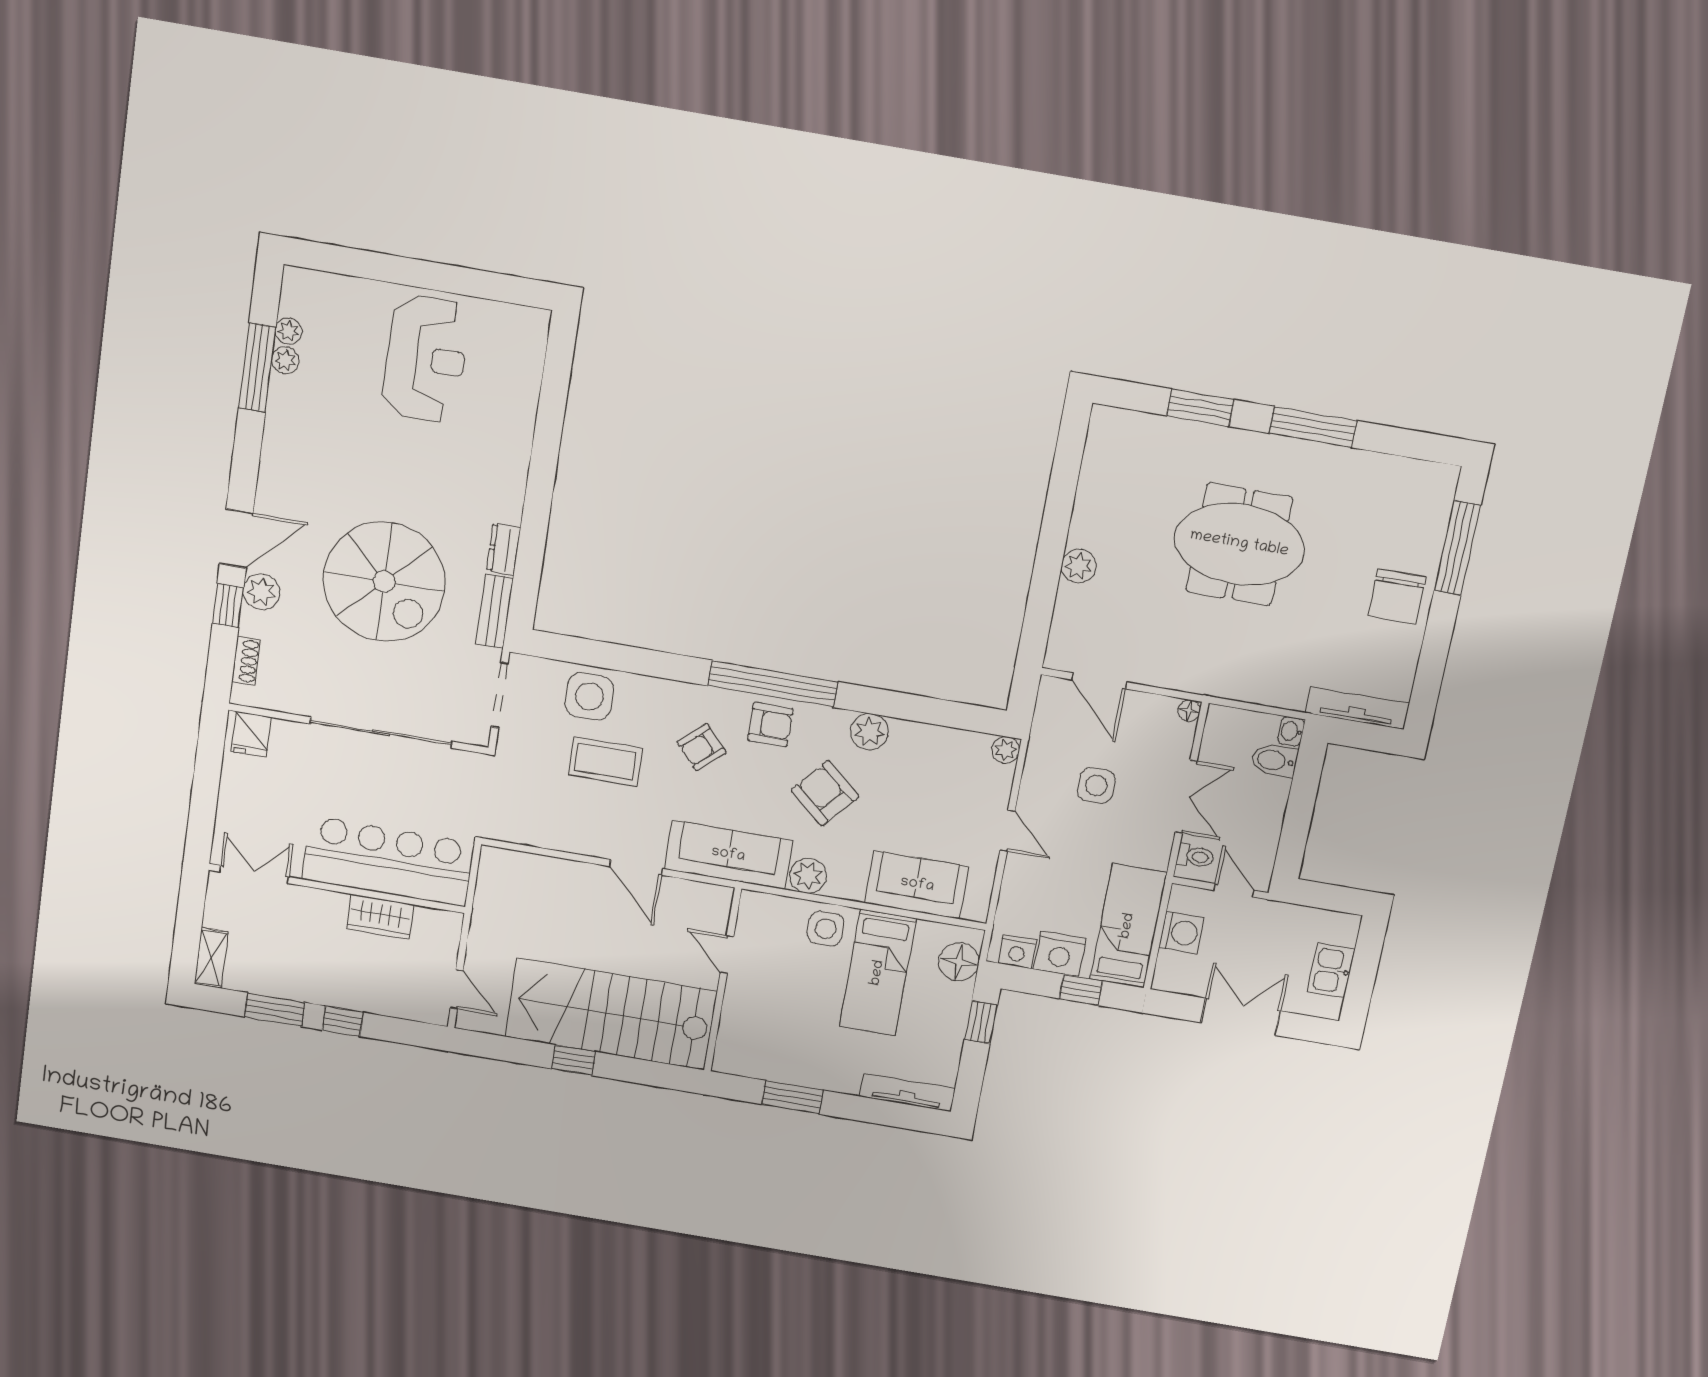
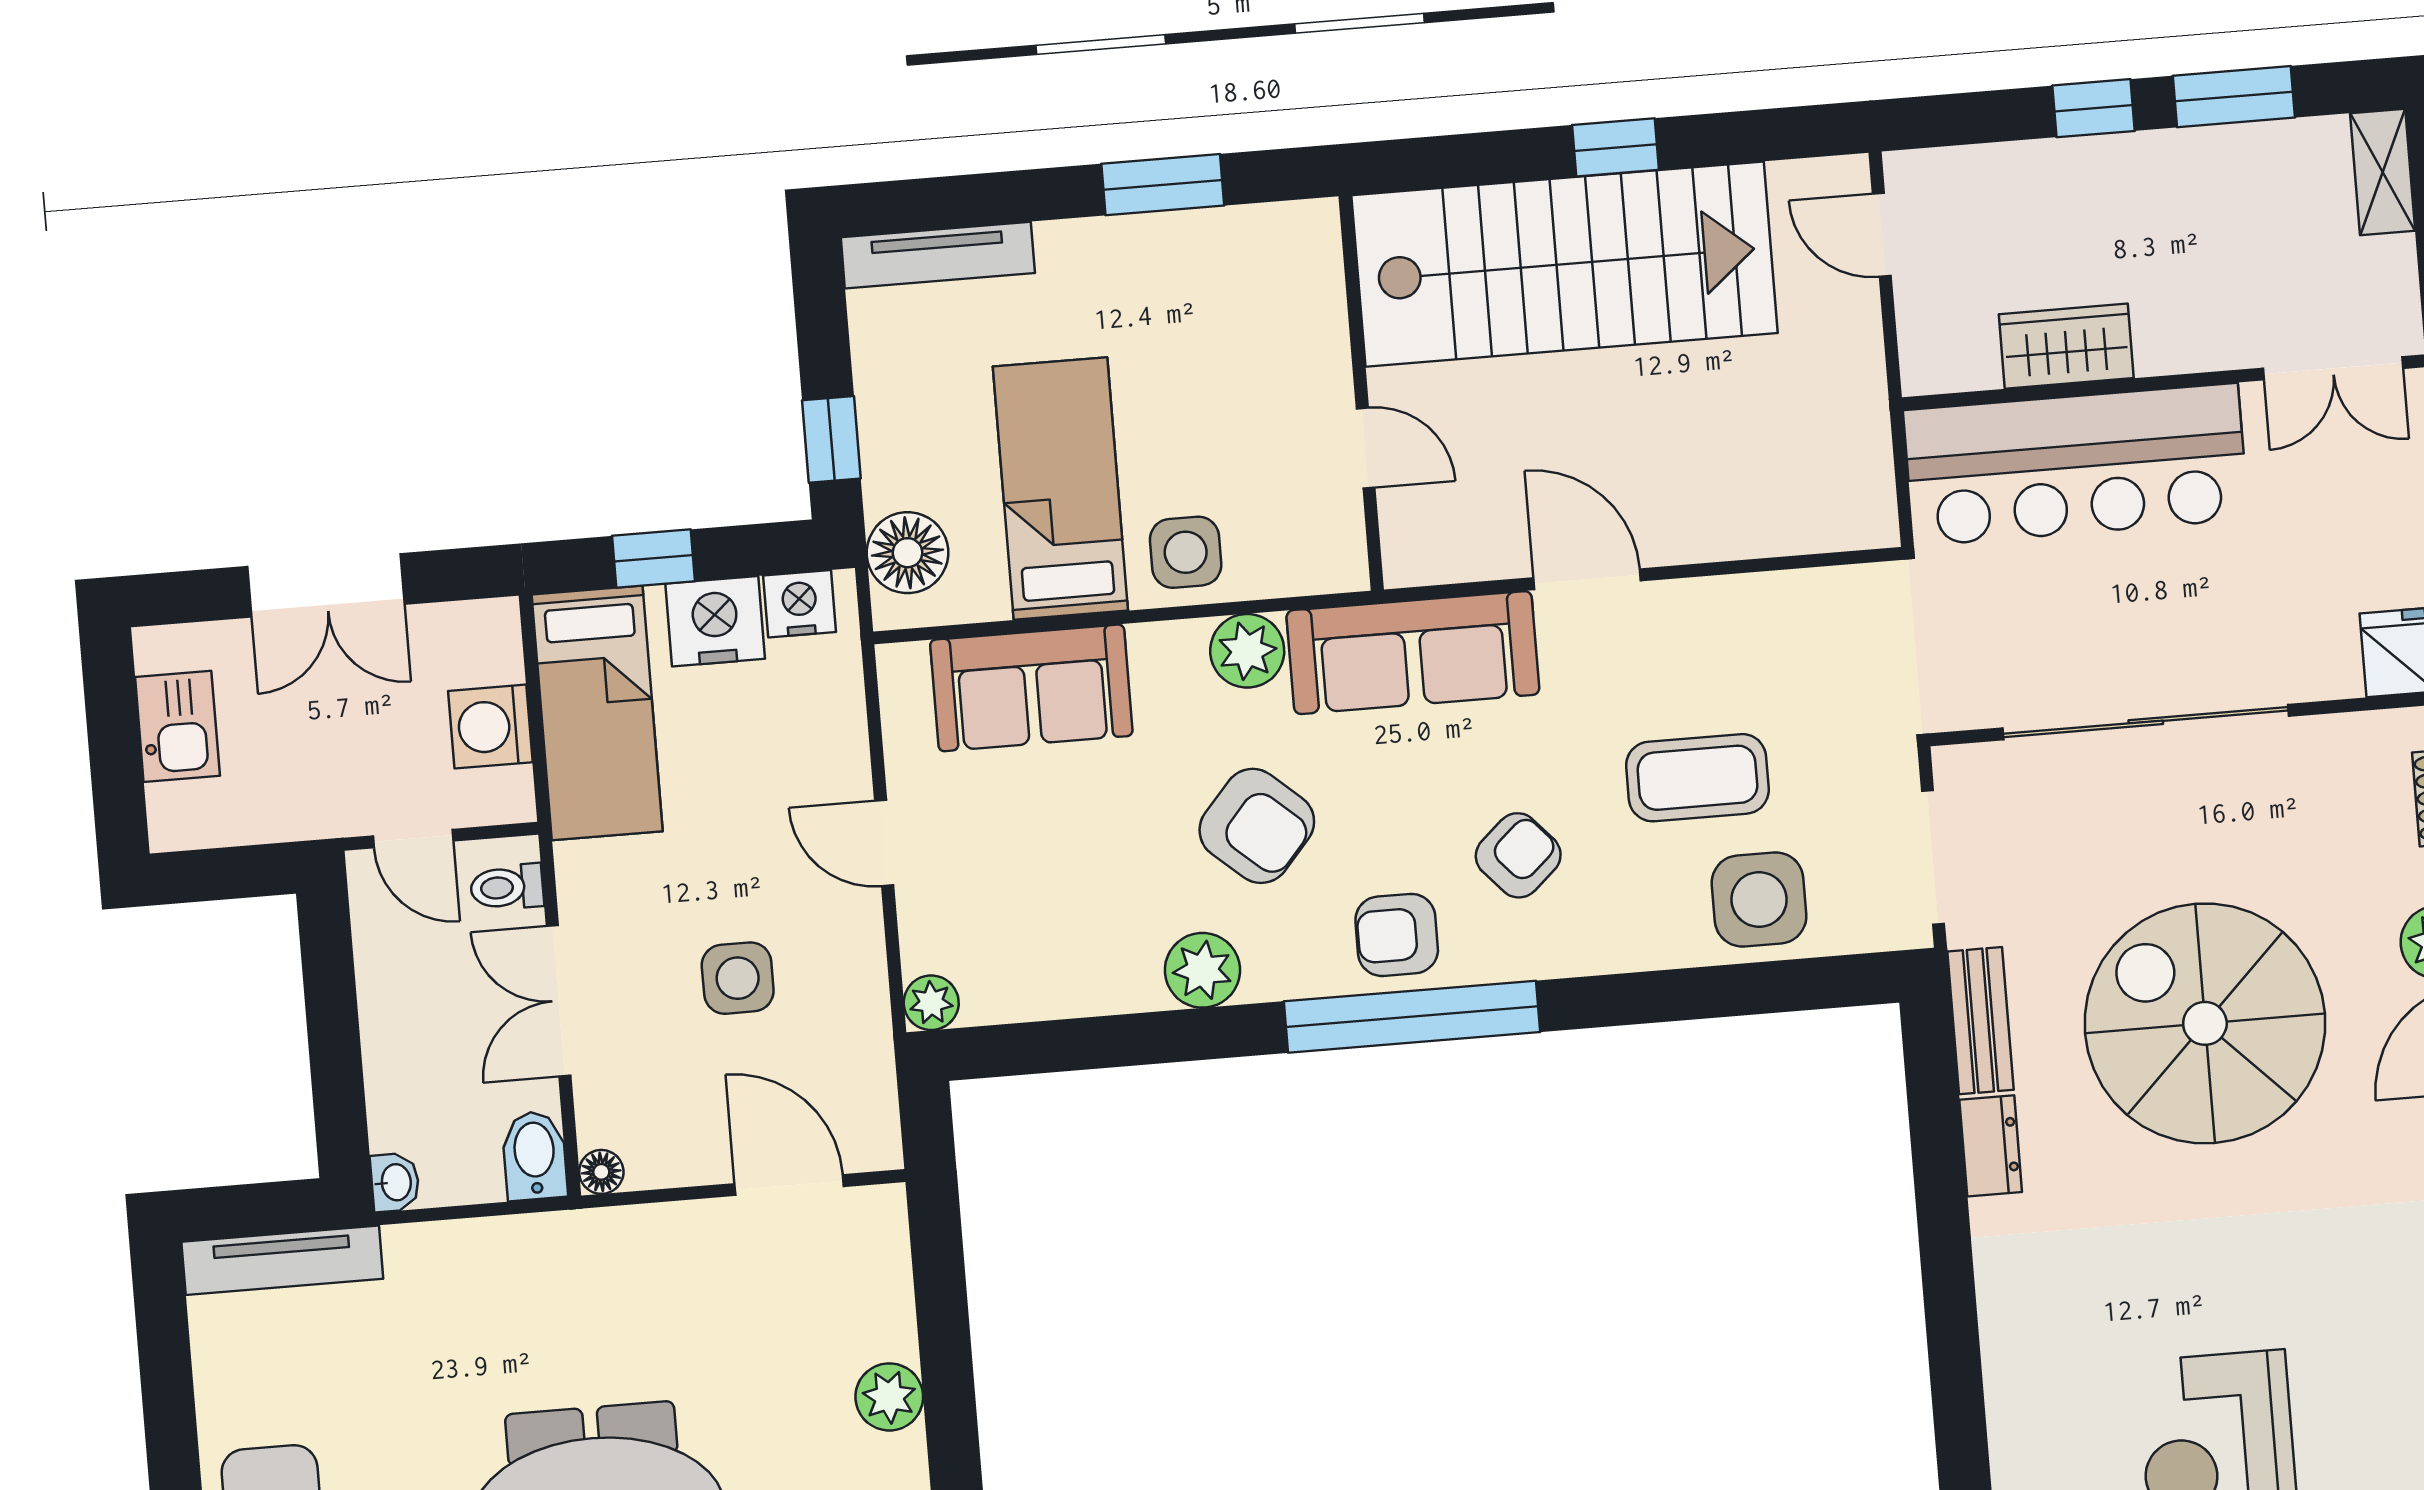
bidet: (1274, 760) -> (535, 1156), moved, turned -90

